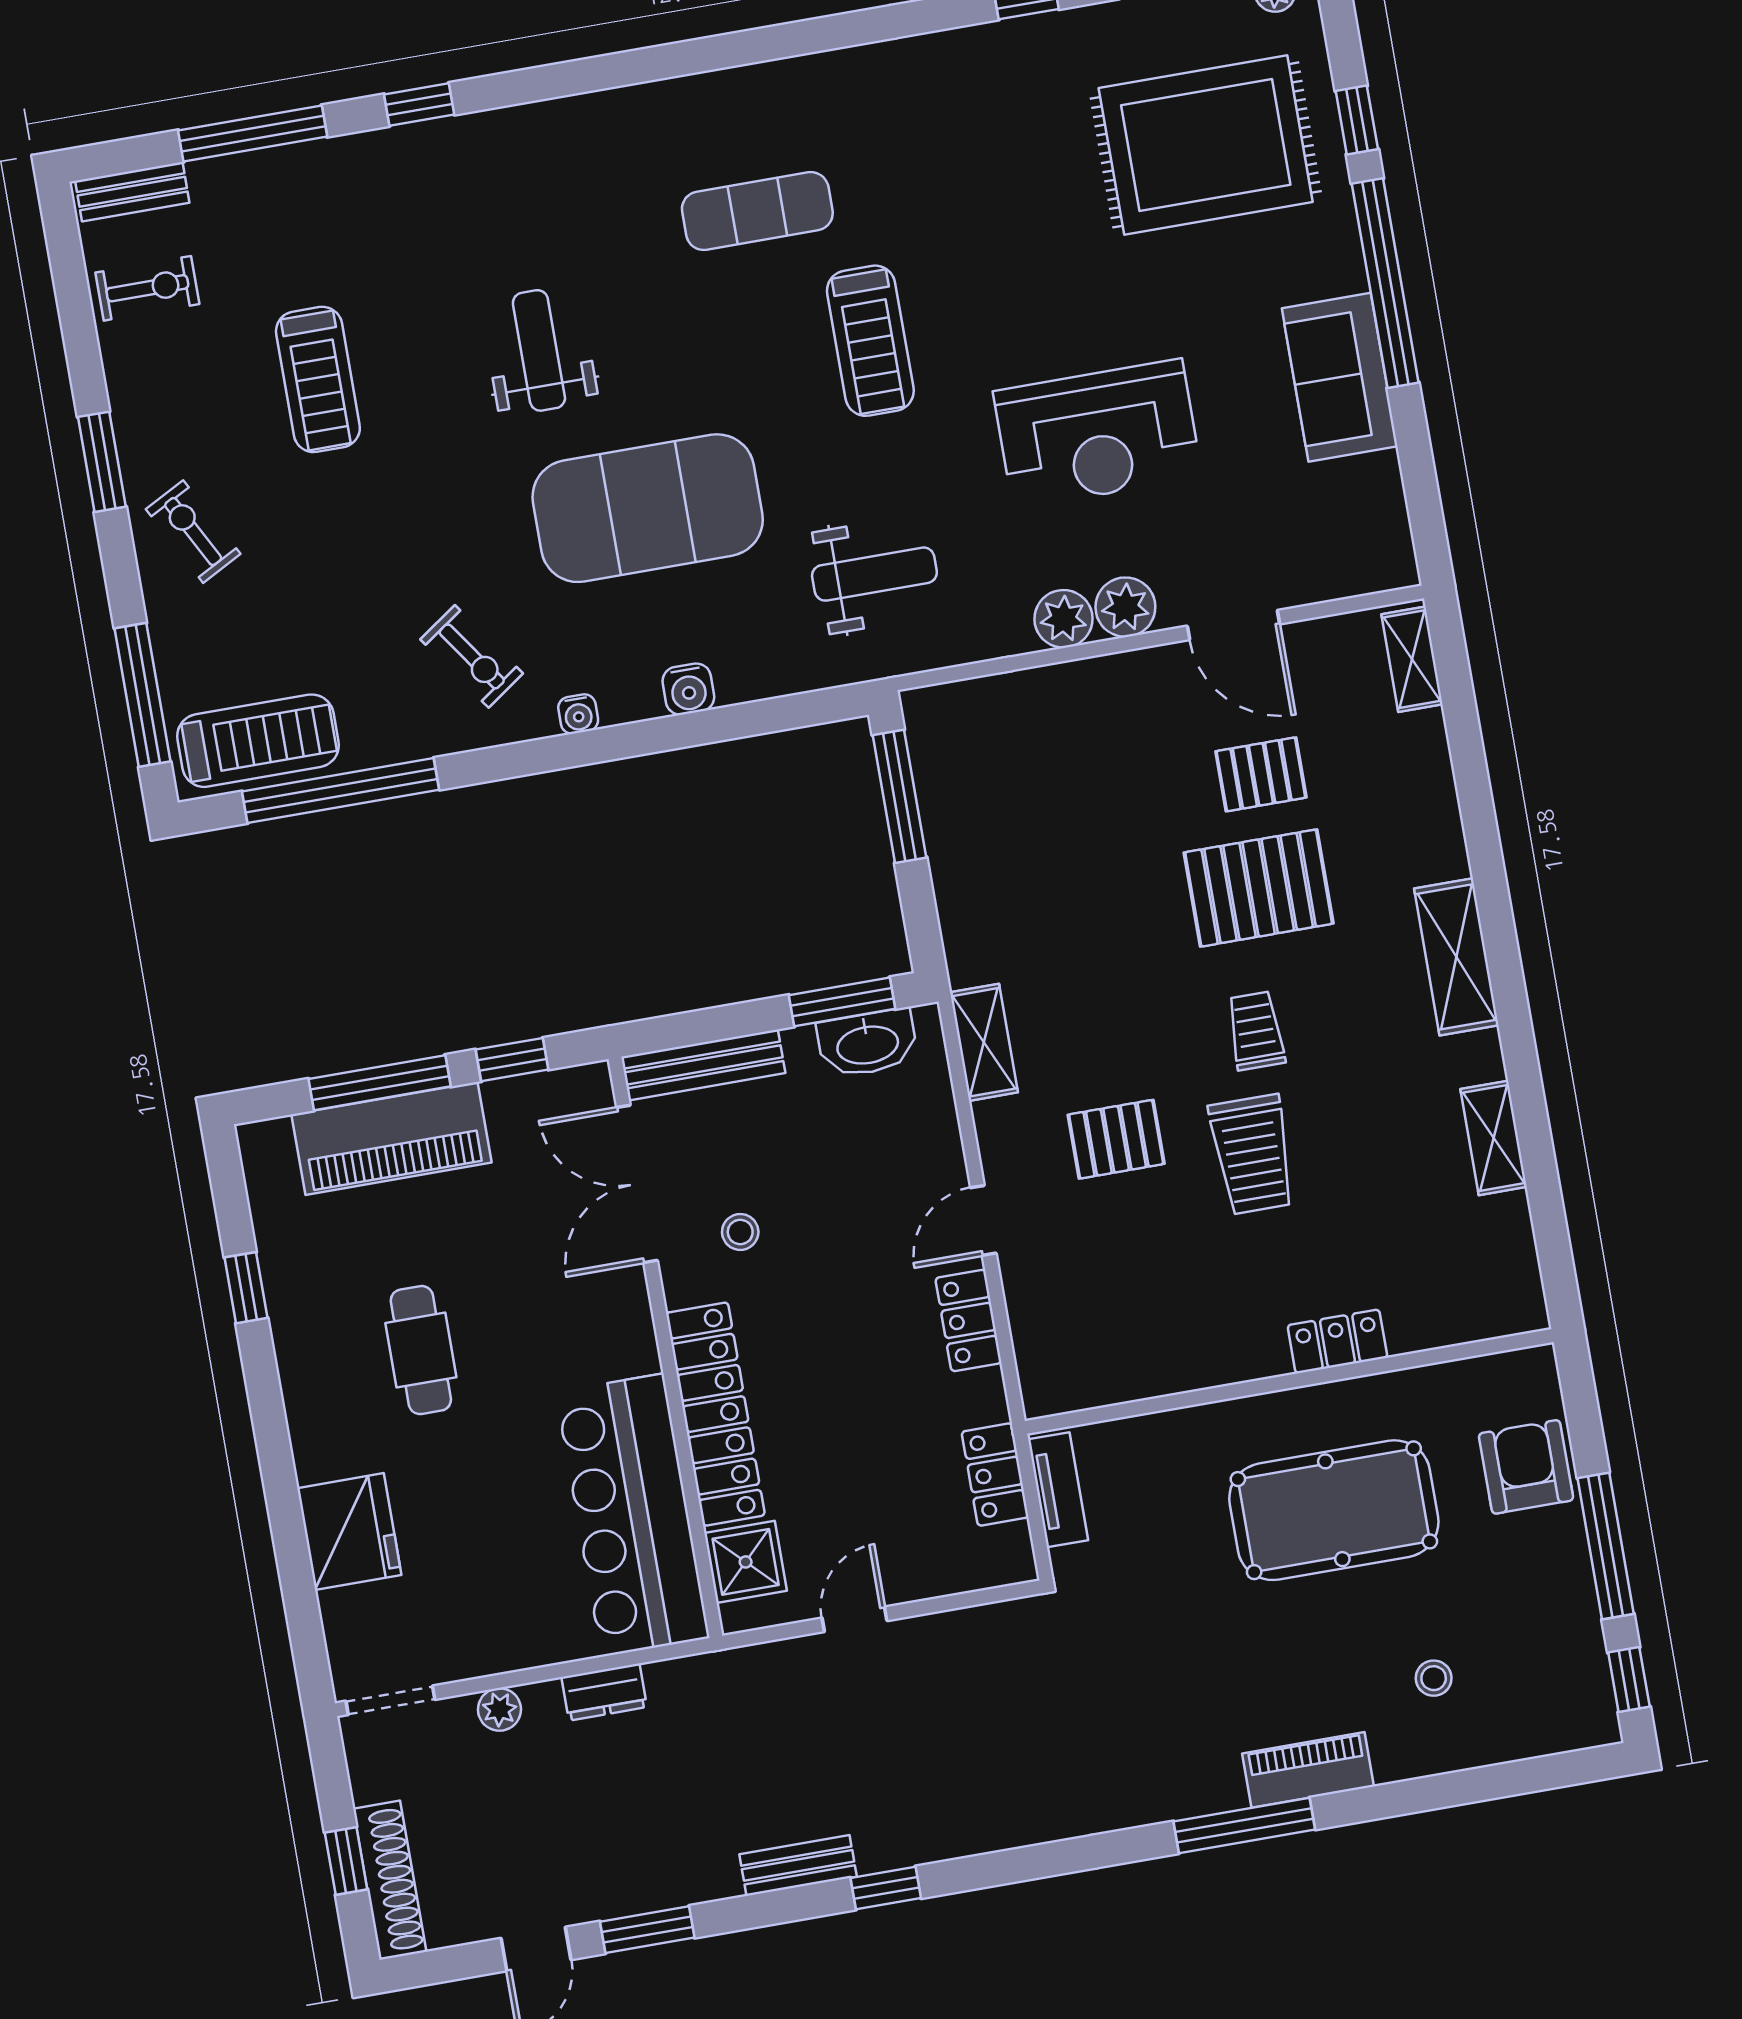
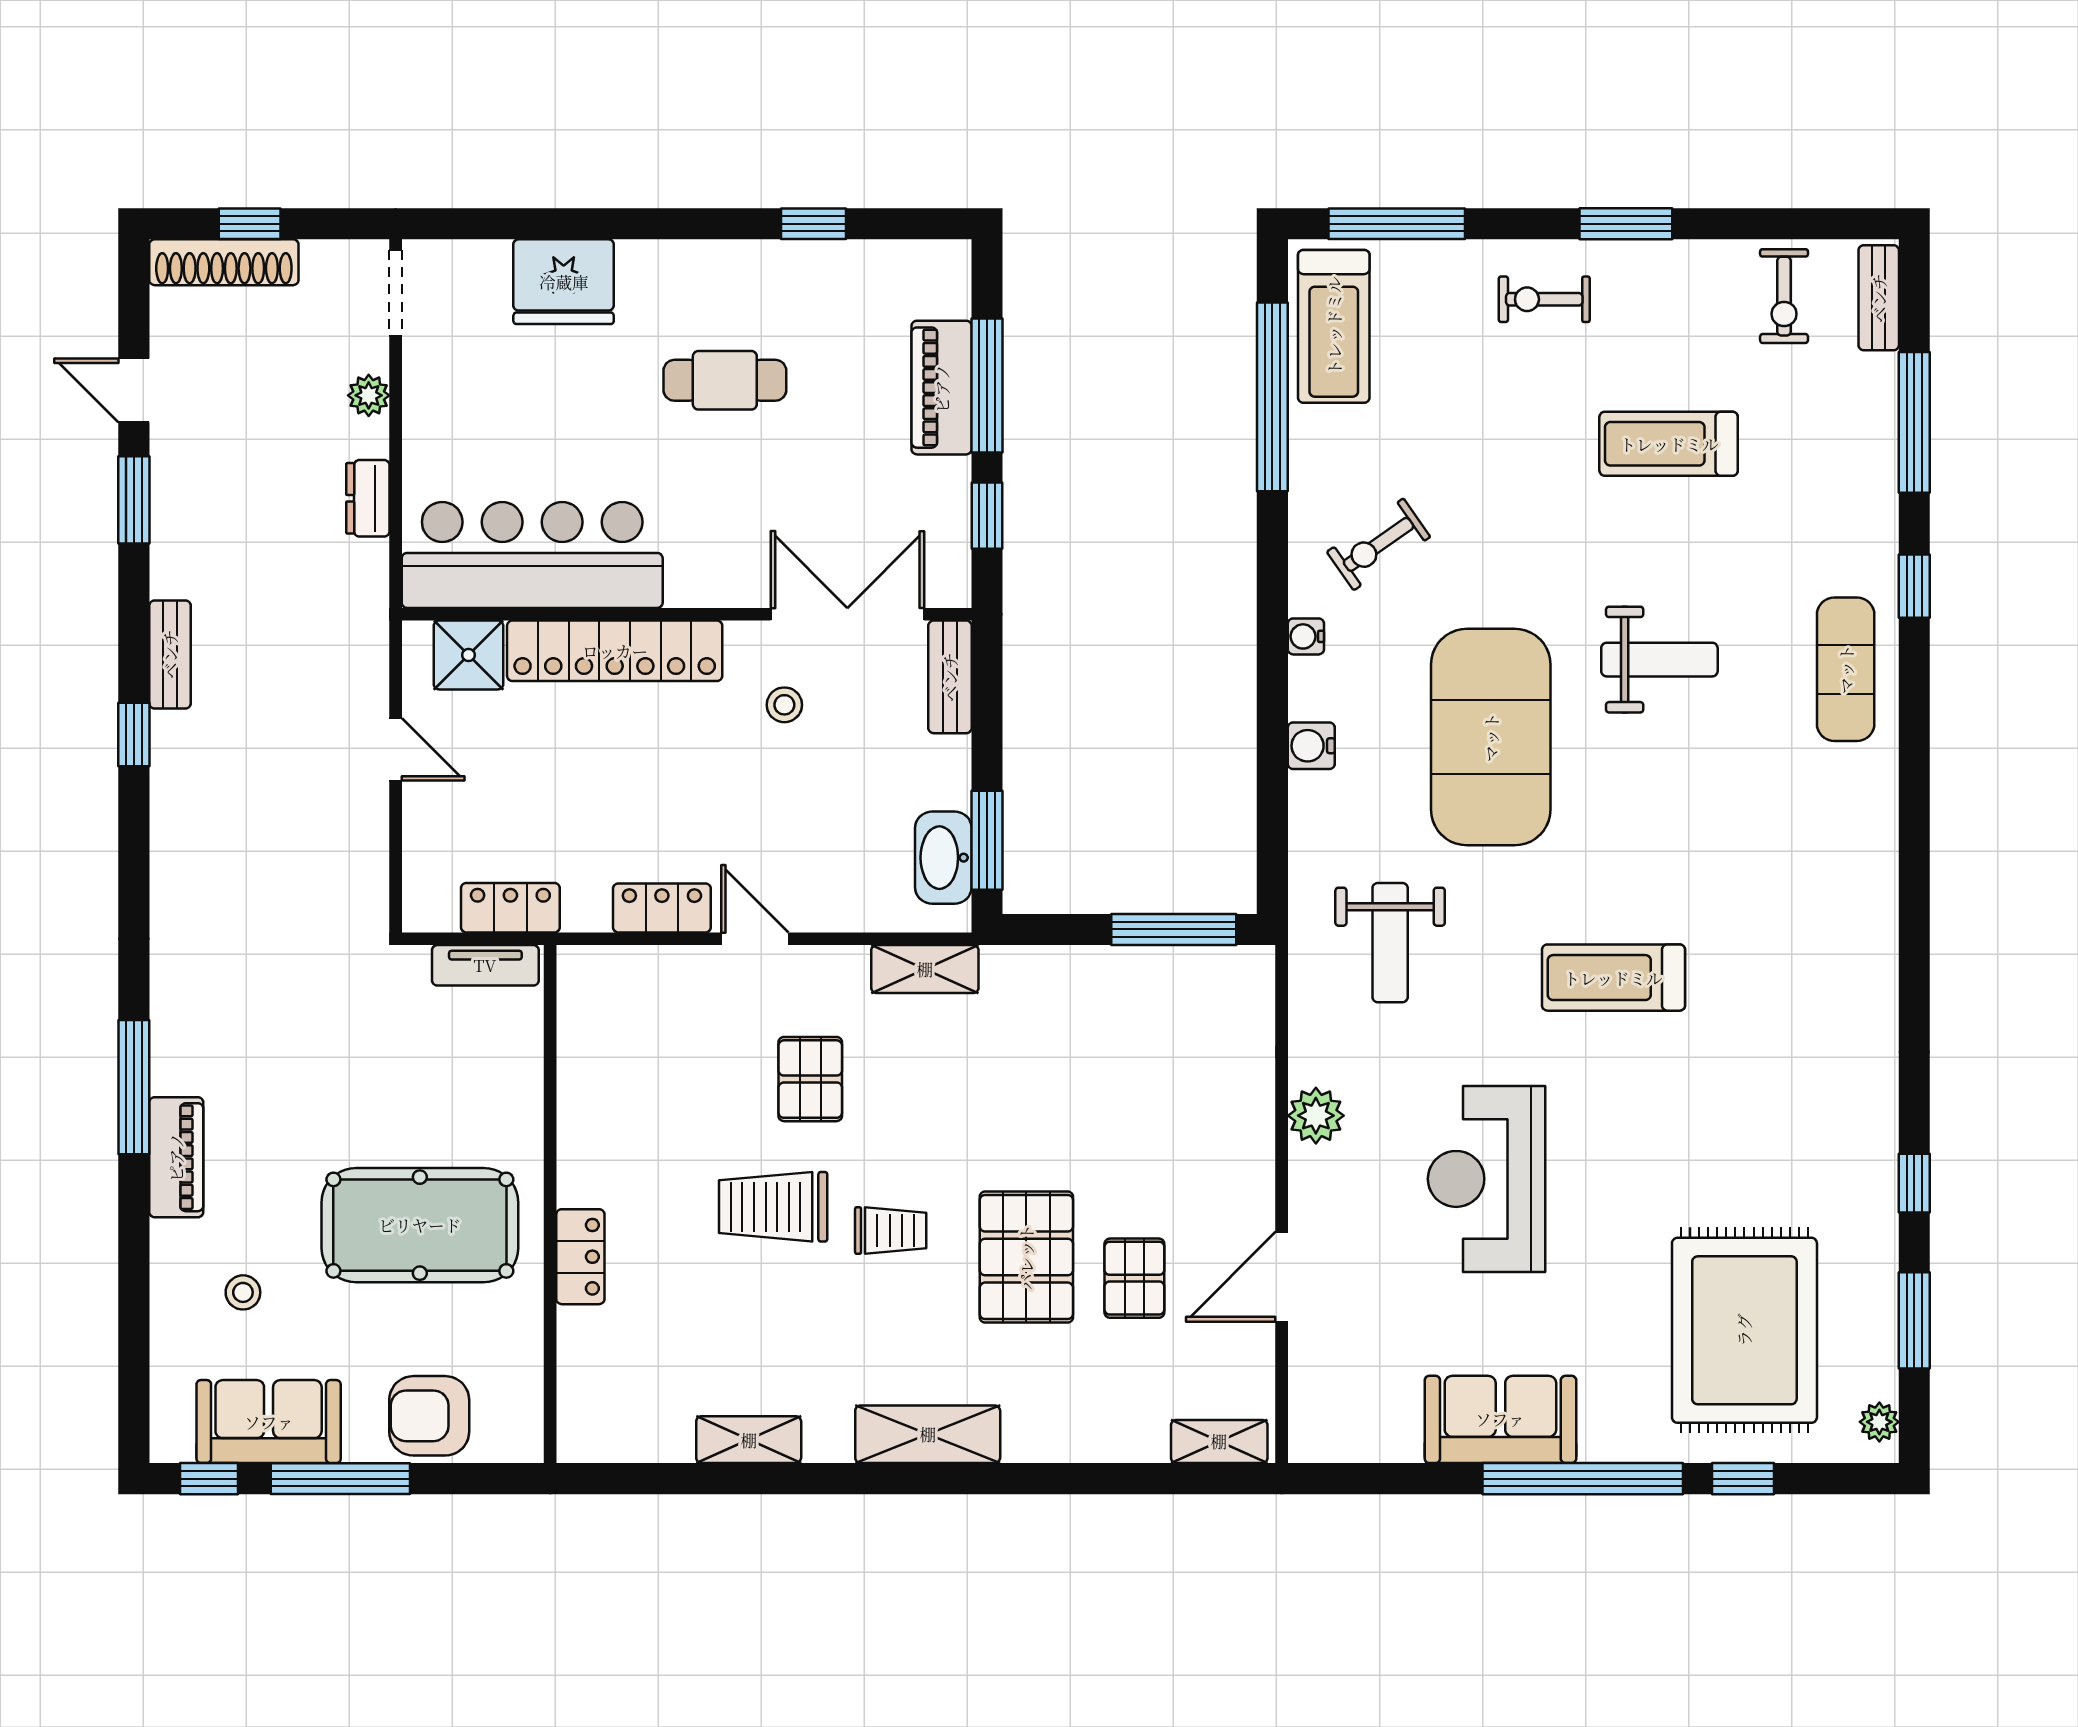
exercise mat: (757, 211) -> (1846, 669), moved
exercise bike: (193, 532) -> (1544, 299), turned -152
plant: (1125, 607) -> (1317, 1177), removed
bench: (703, 1065) -> (950, 677), width x0.73
piano: (392, 1138) -> (942, 388), width x0.73, depth x0.75
armchair: (1526, 1467) -> (429, 1416), turned 180
pool table: (1334, 1510) -> (420, 1225), turned 90
sofa: (1560, 1629) -> (269, 1422), added

